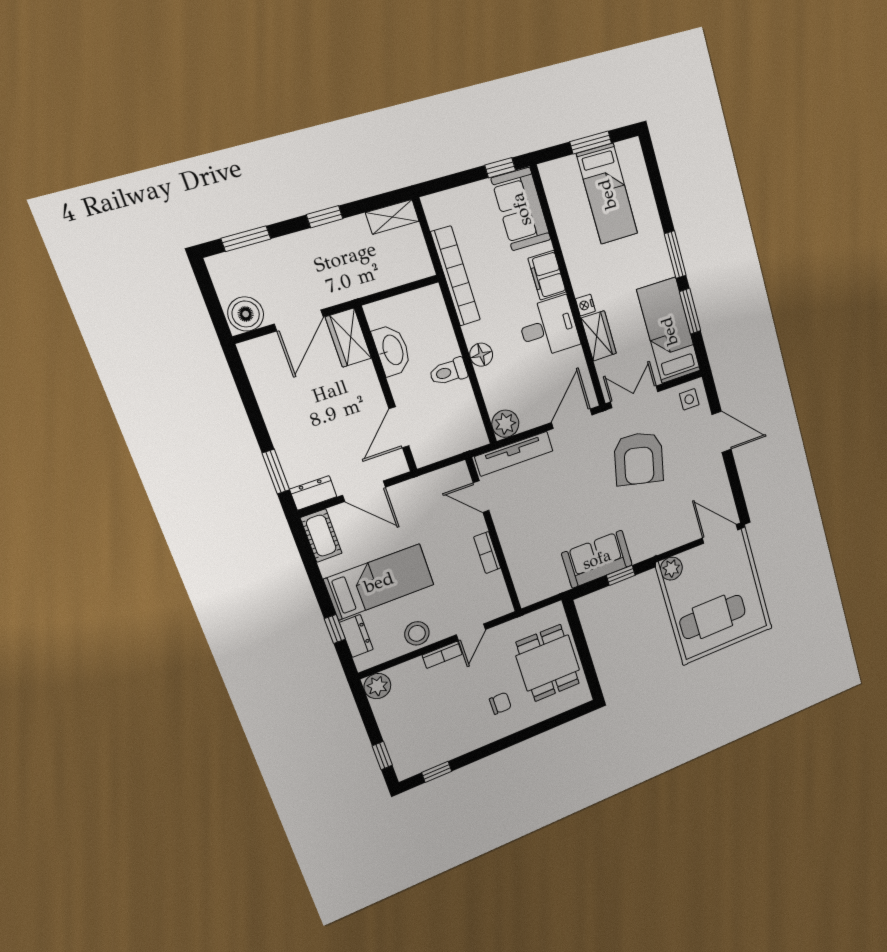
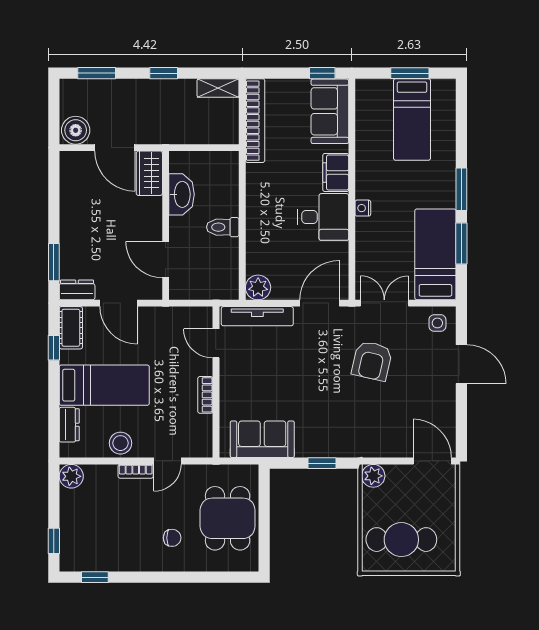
bookcase: (456, 276) -> (255, 121), moved
door: (299, 320) -> (115, 148), hinge flipped
wardrobe: (599, 336) -> (367, 239), removed
floor lamp: (481, 355) -> (256, 222), removed
door: (399, 427) -> (166, 260), hinge flipped
armchair: (639, 459) -> (372, 361), width x0.73, depth x0.73
sofa: (597, 559) -> (262, 439), moved
window: (335, 629) -> (54, 348), moved

